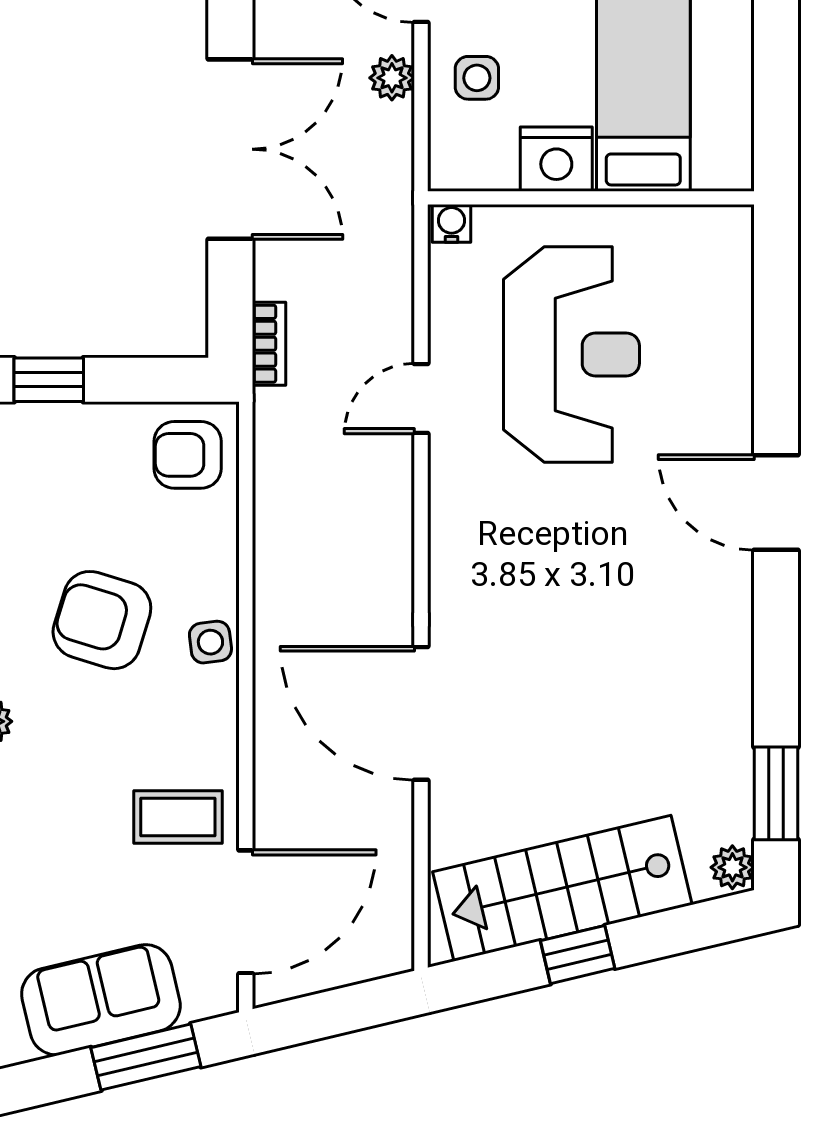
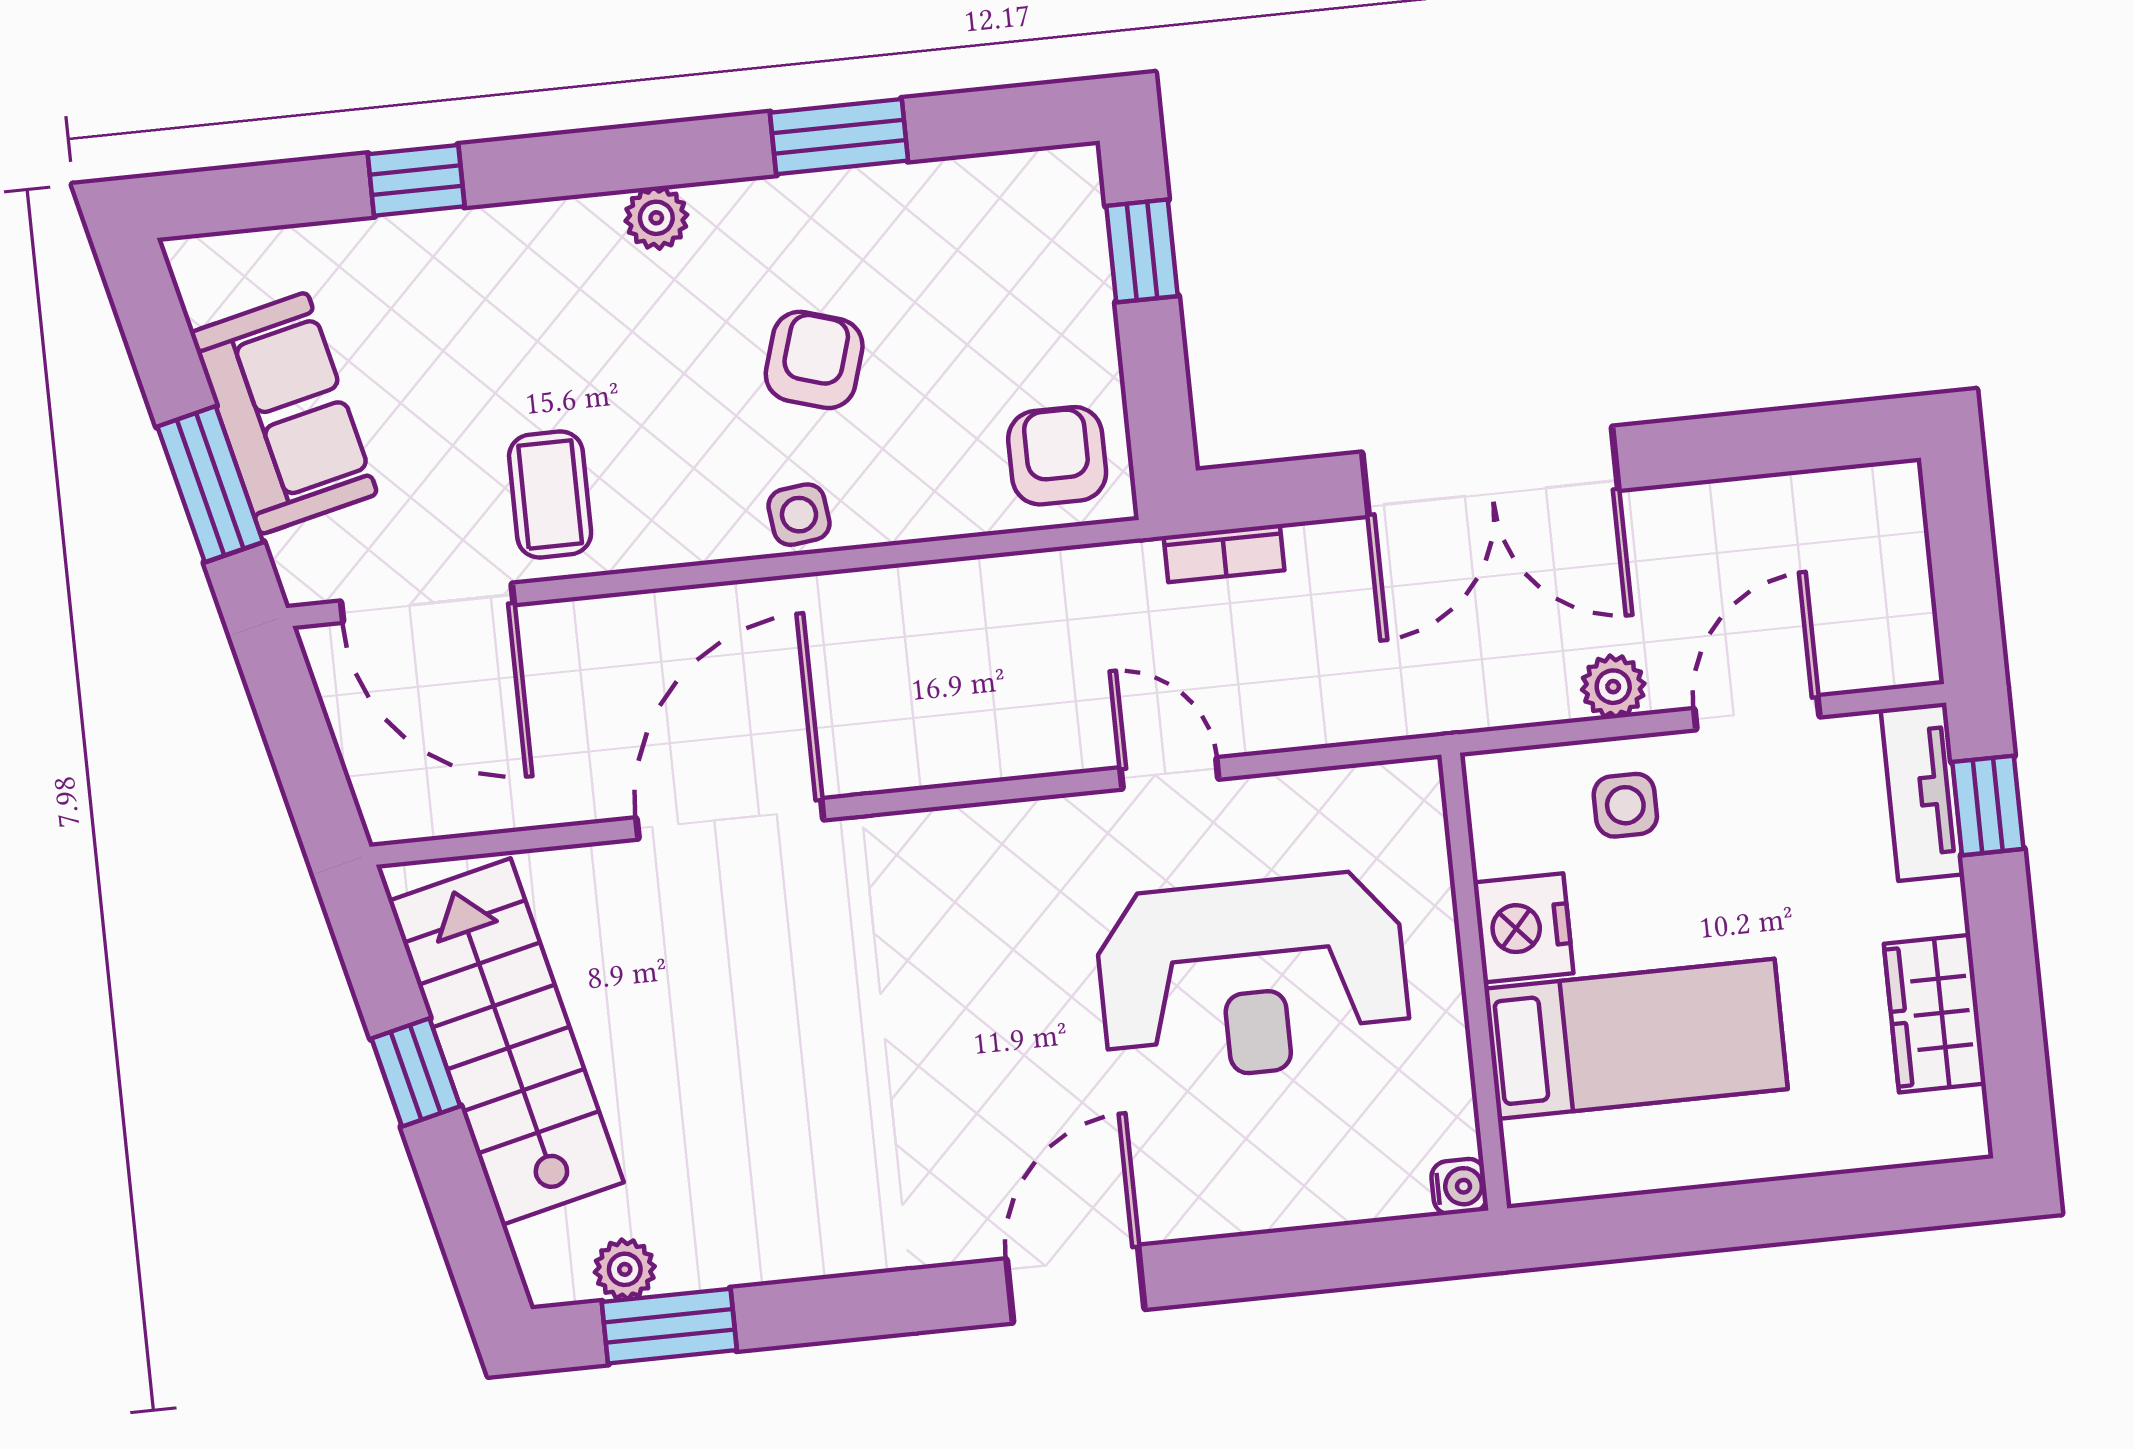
water cooler: (452, 223) -> (1459, 1187), moved
armchair: (102, 620) -> (814, 360), width x0.72, depth x0.72
plant: (732, 867) -> (625, 1269), moved

